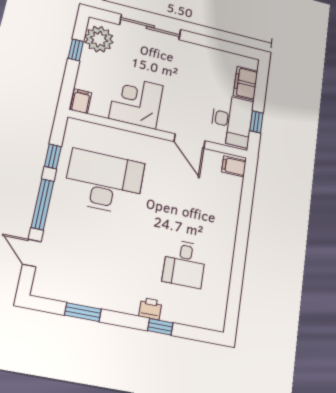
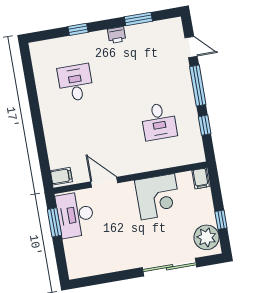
filing cabinet: (246, 83) -> (74, 253), removed
window: (256, 122) -> (54, 222), width x1.50
desk: (104, 182) -> (159, 121), width x0.53, depth x0.77
printer: (150, 309) -> (117, 35), moved

